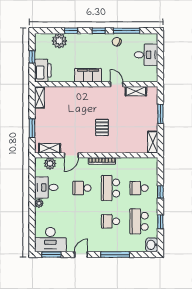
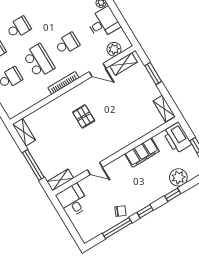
desk: (146, 55) -> (73, 200), moved, turned 90
filing cabinet: (88, 75) -> (142, 152), moved
shelving: (136, 91) -> (60, 180), moved
window: (160, 114) -> (33, 165), width x1.44
door: (71, 155) -> (97, 70), swing flipped

